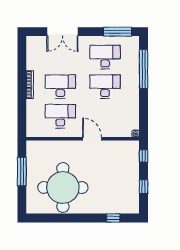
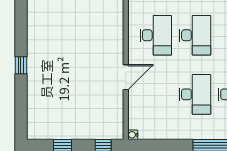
round table: (63, 187) -> (61, 39), removed
window: (113, 218) -> (21, 65), moved

